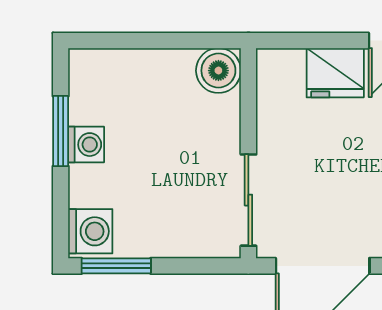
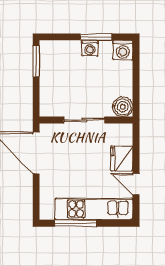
sliding door: (248, 200) -> (84, 120), moved
washing machine: (90, 231) -> (123, 50), moved

